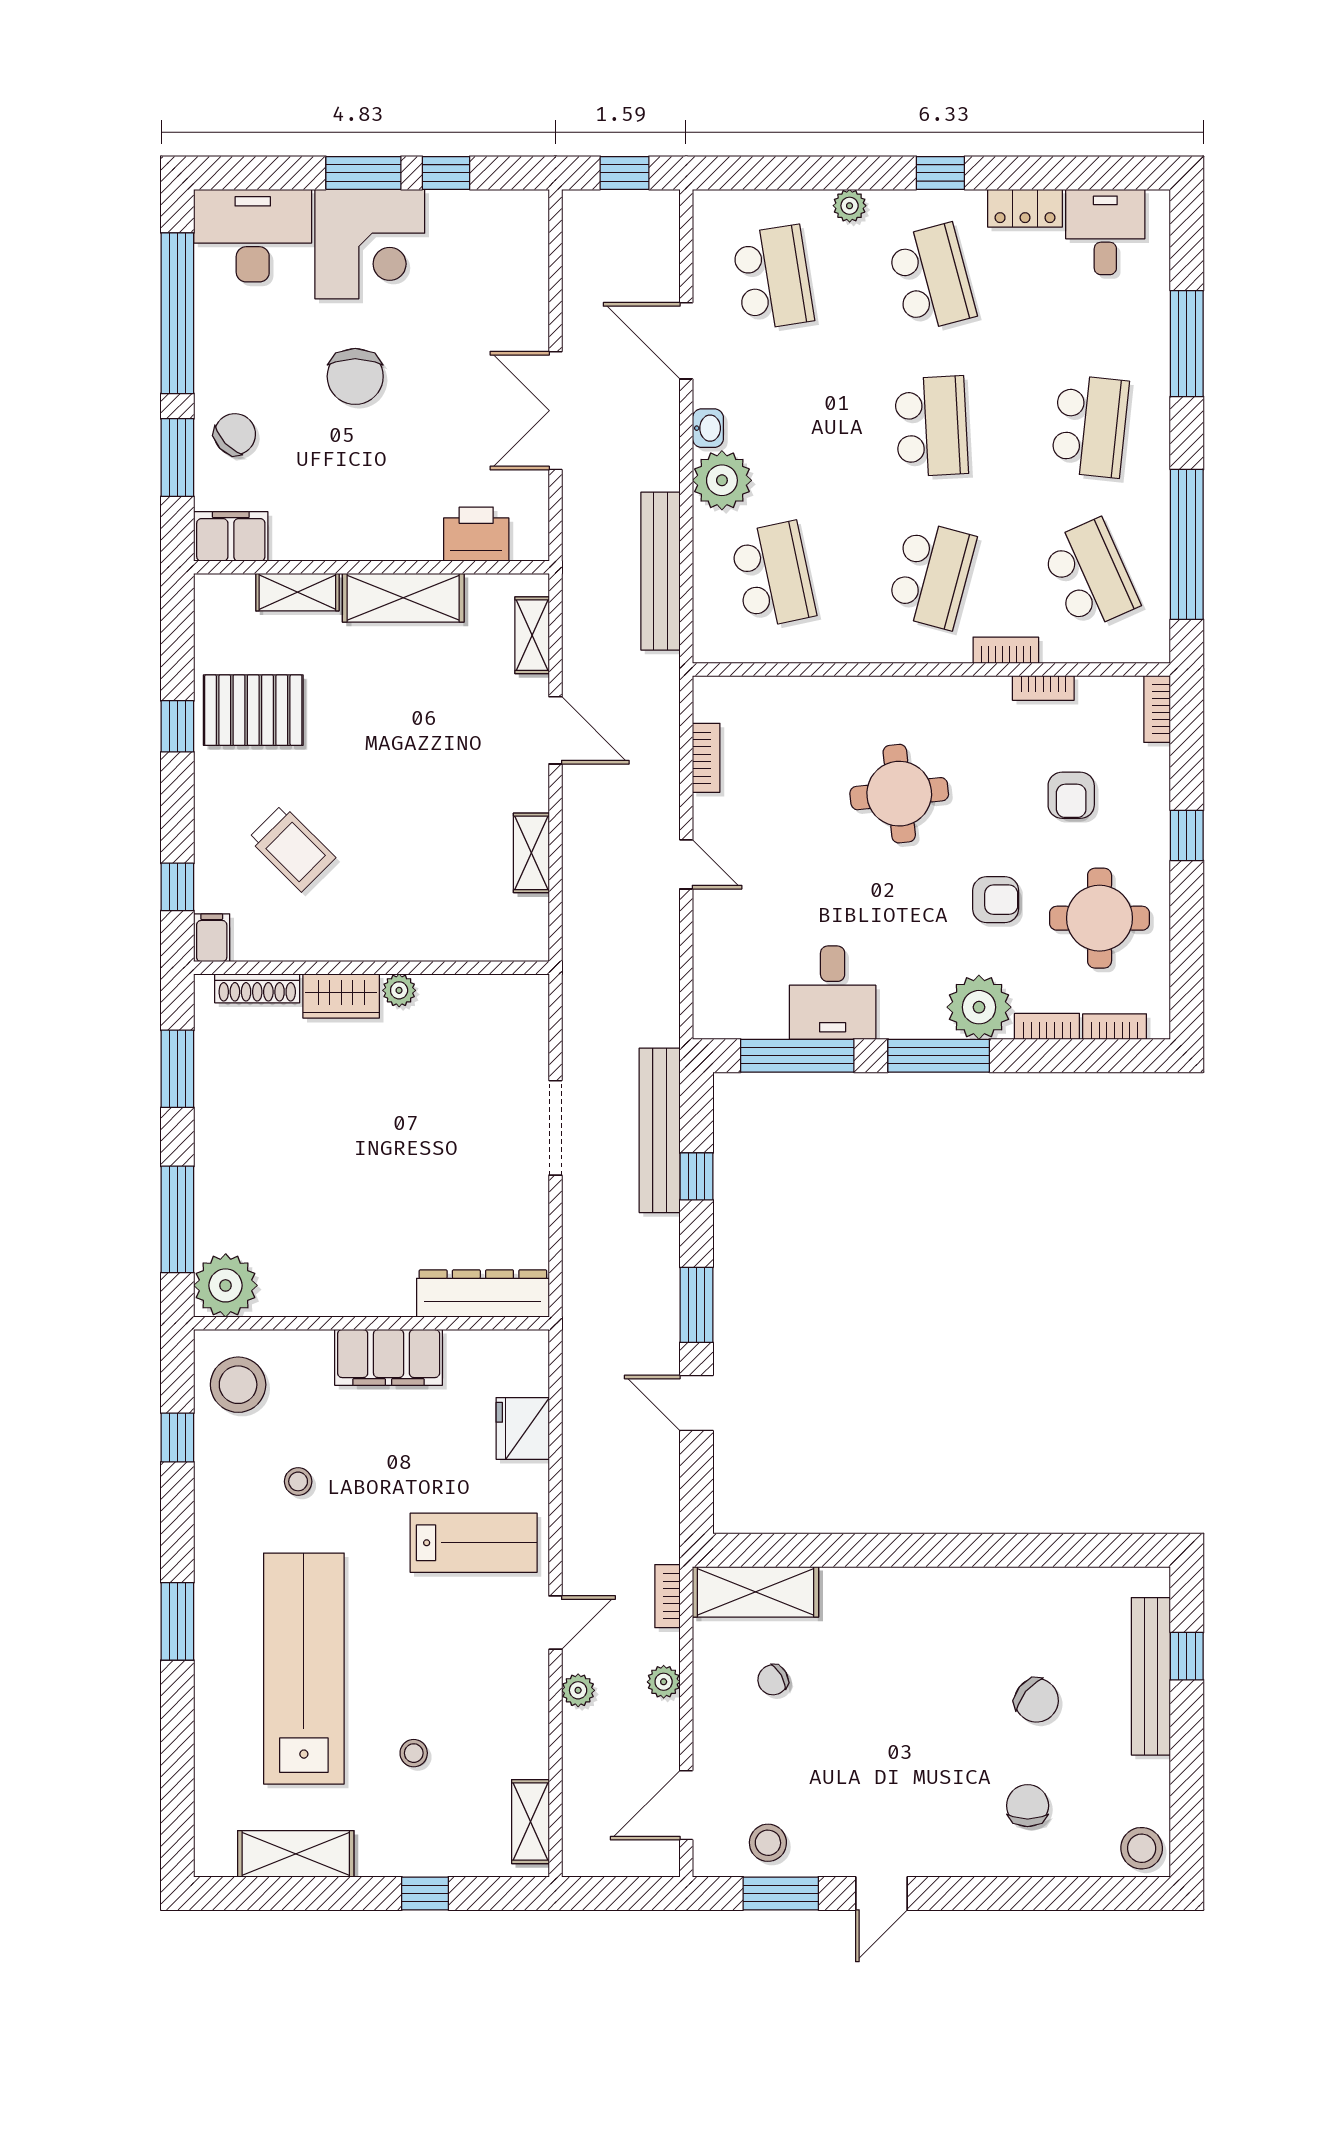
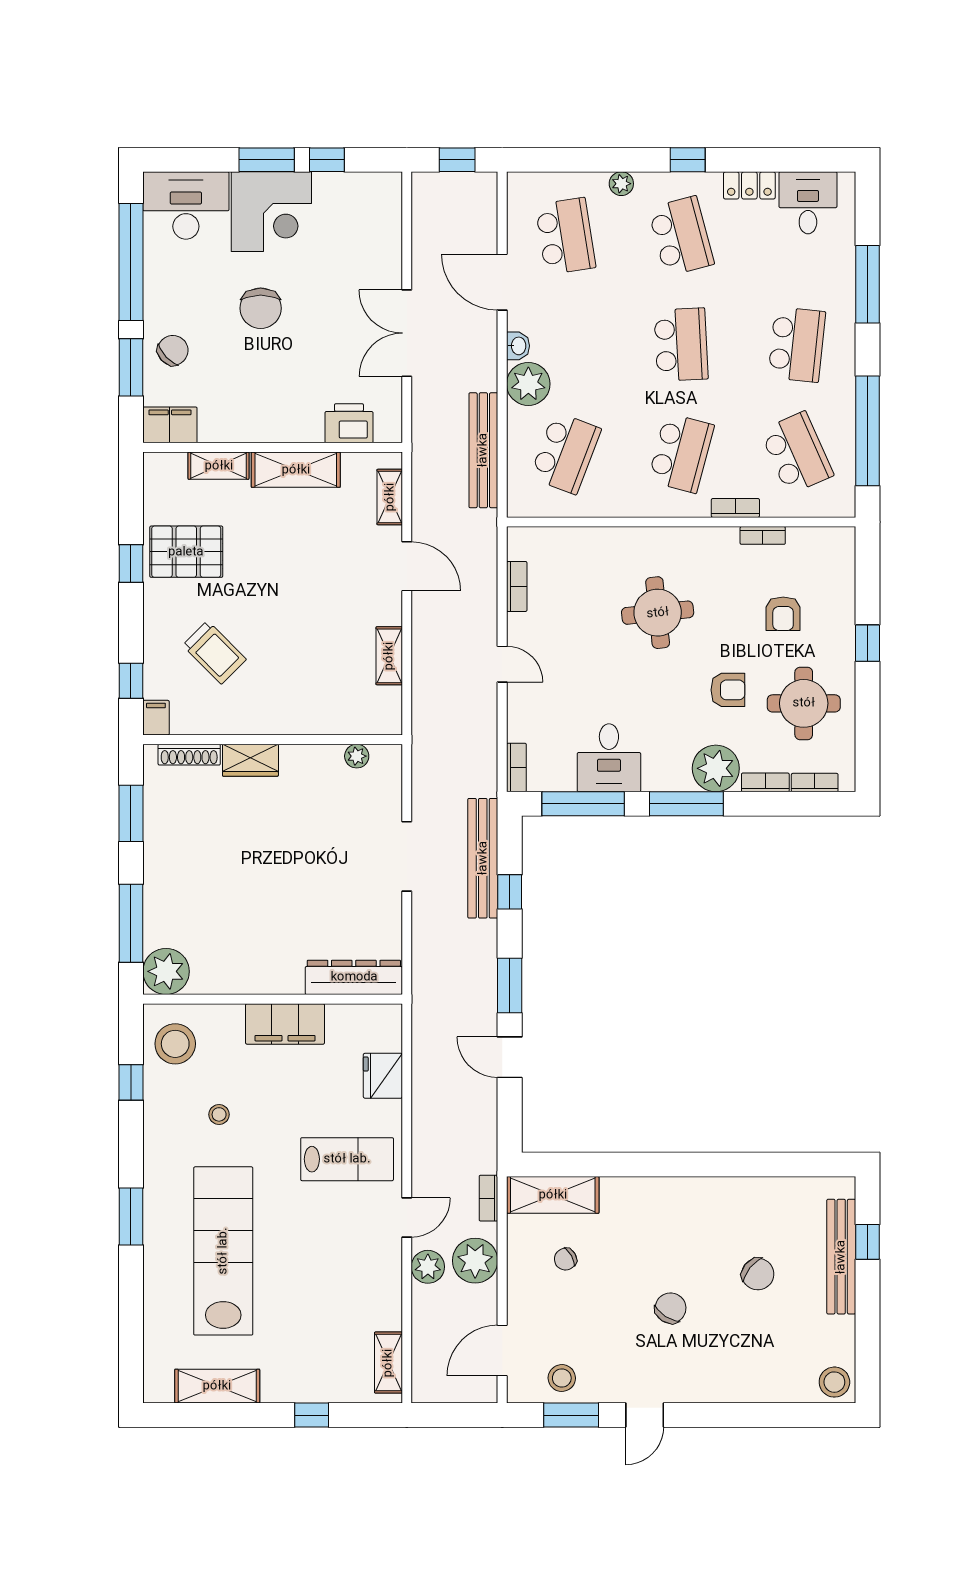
school desk: (773, 575) -> (565, 453), turned 33
bookcase: (1157, 709) -> (516, 767), moved, turned 180
plant: (399, 990) -> (357, 756), moved
plant: (664, 1682) -> (475, 1261), width x1.88, depth x1.88
plant: (578, 1690) -> (428, 1267), width x1.38, depth x1.38
stool: (414, 1753) -> (303, 1313), removed
chair: (1028, 1806) -> (671, 1308), moved, turned 33

